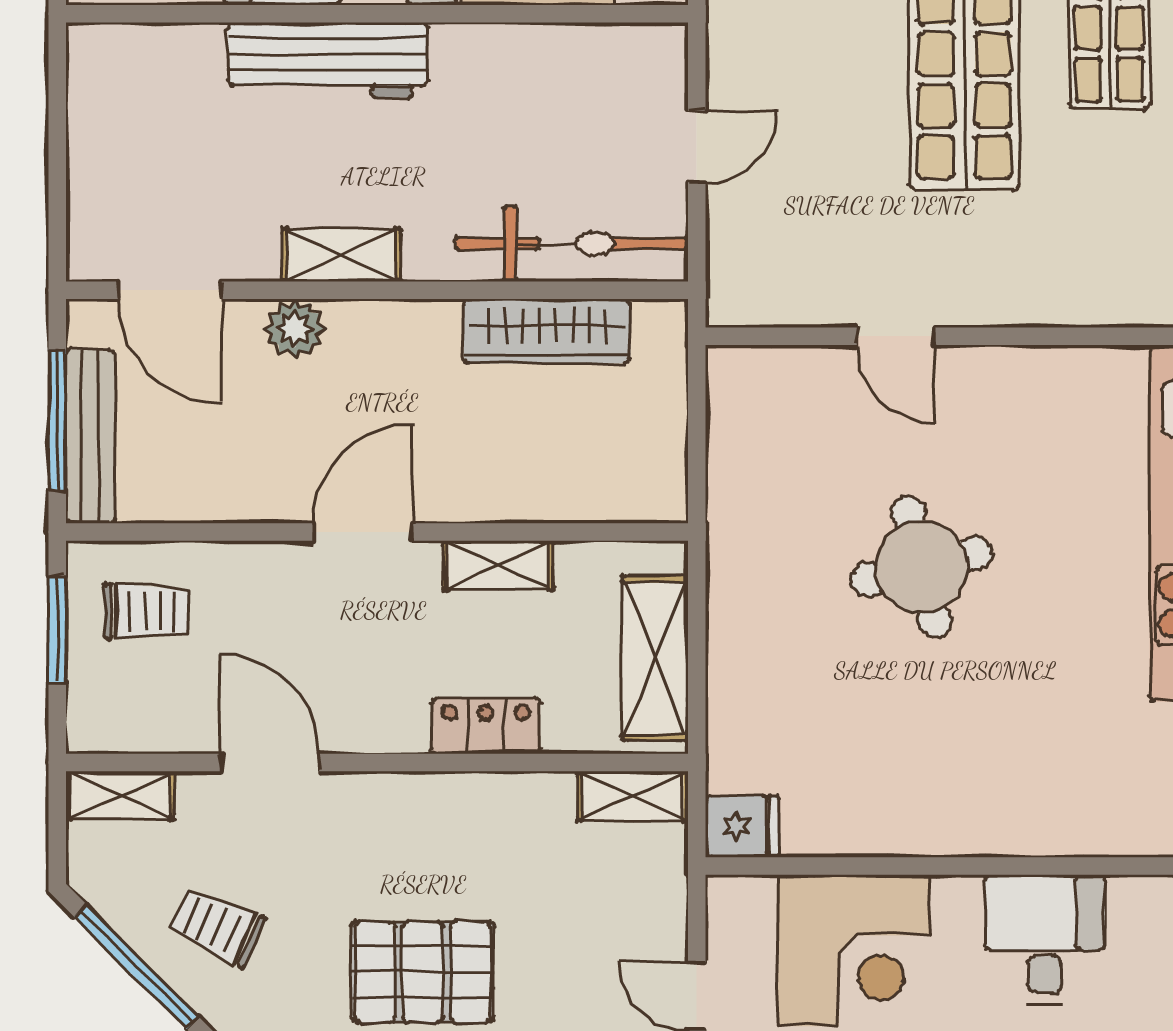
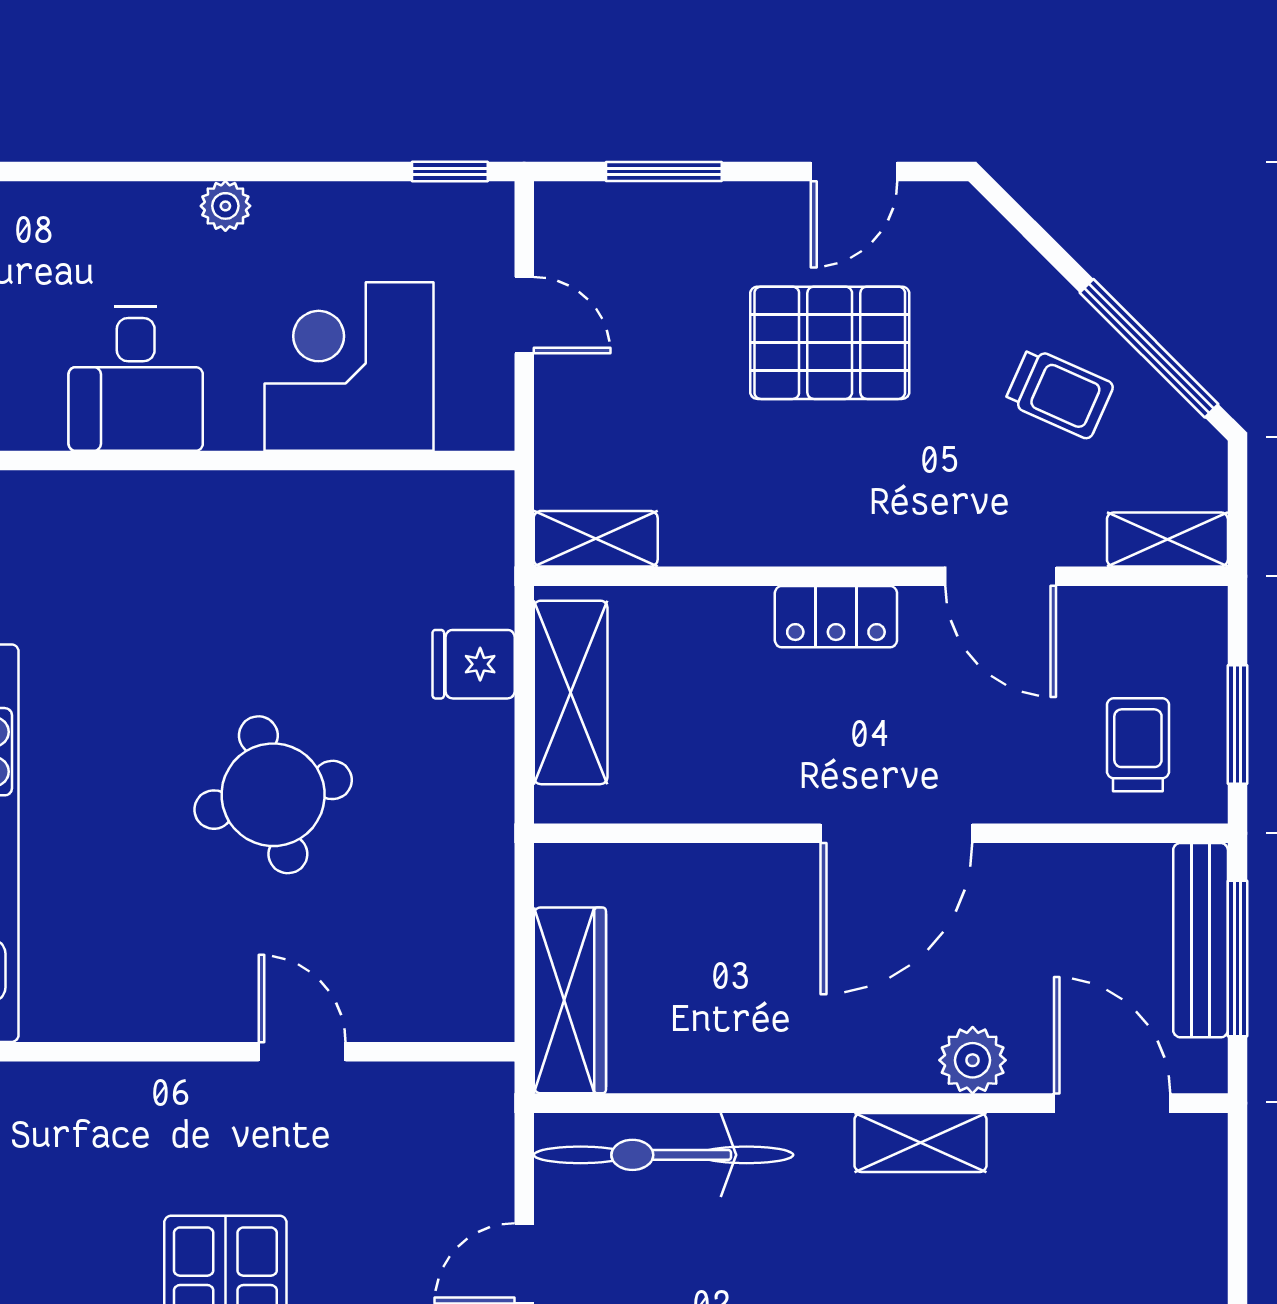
wardrobe: (547, 331) -> (570, 1000), moved, turned 90
door: (363, 532) -> (896, 833), width x1.36
shelving: (498, 565) -> (746, 796), removed
trolley: (146, 611) -> (1138, 745), turned 90
locker: (486, 726) -> (836, 617), moved
fridge: (742, 827) -> (474, 664), moved

